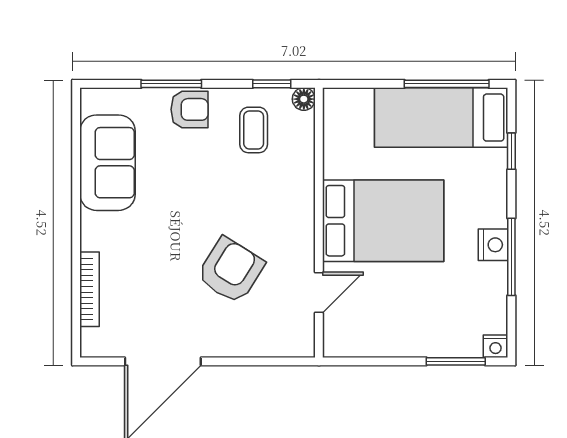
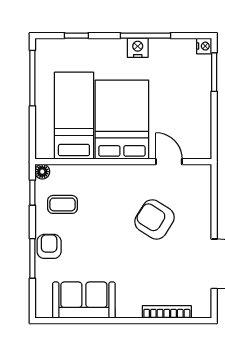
bed: (441, 118) -> (74, 116), moved, turned 180

